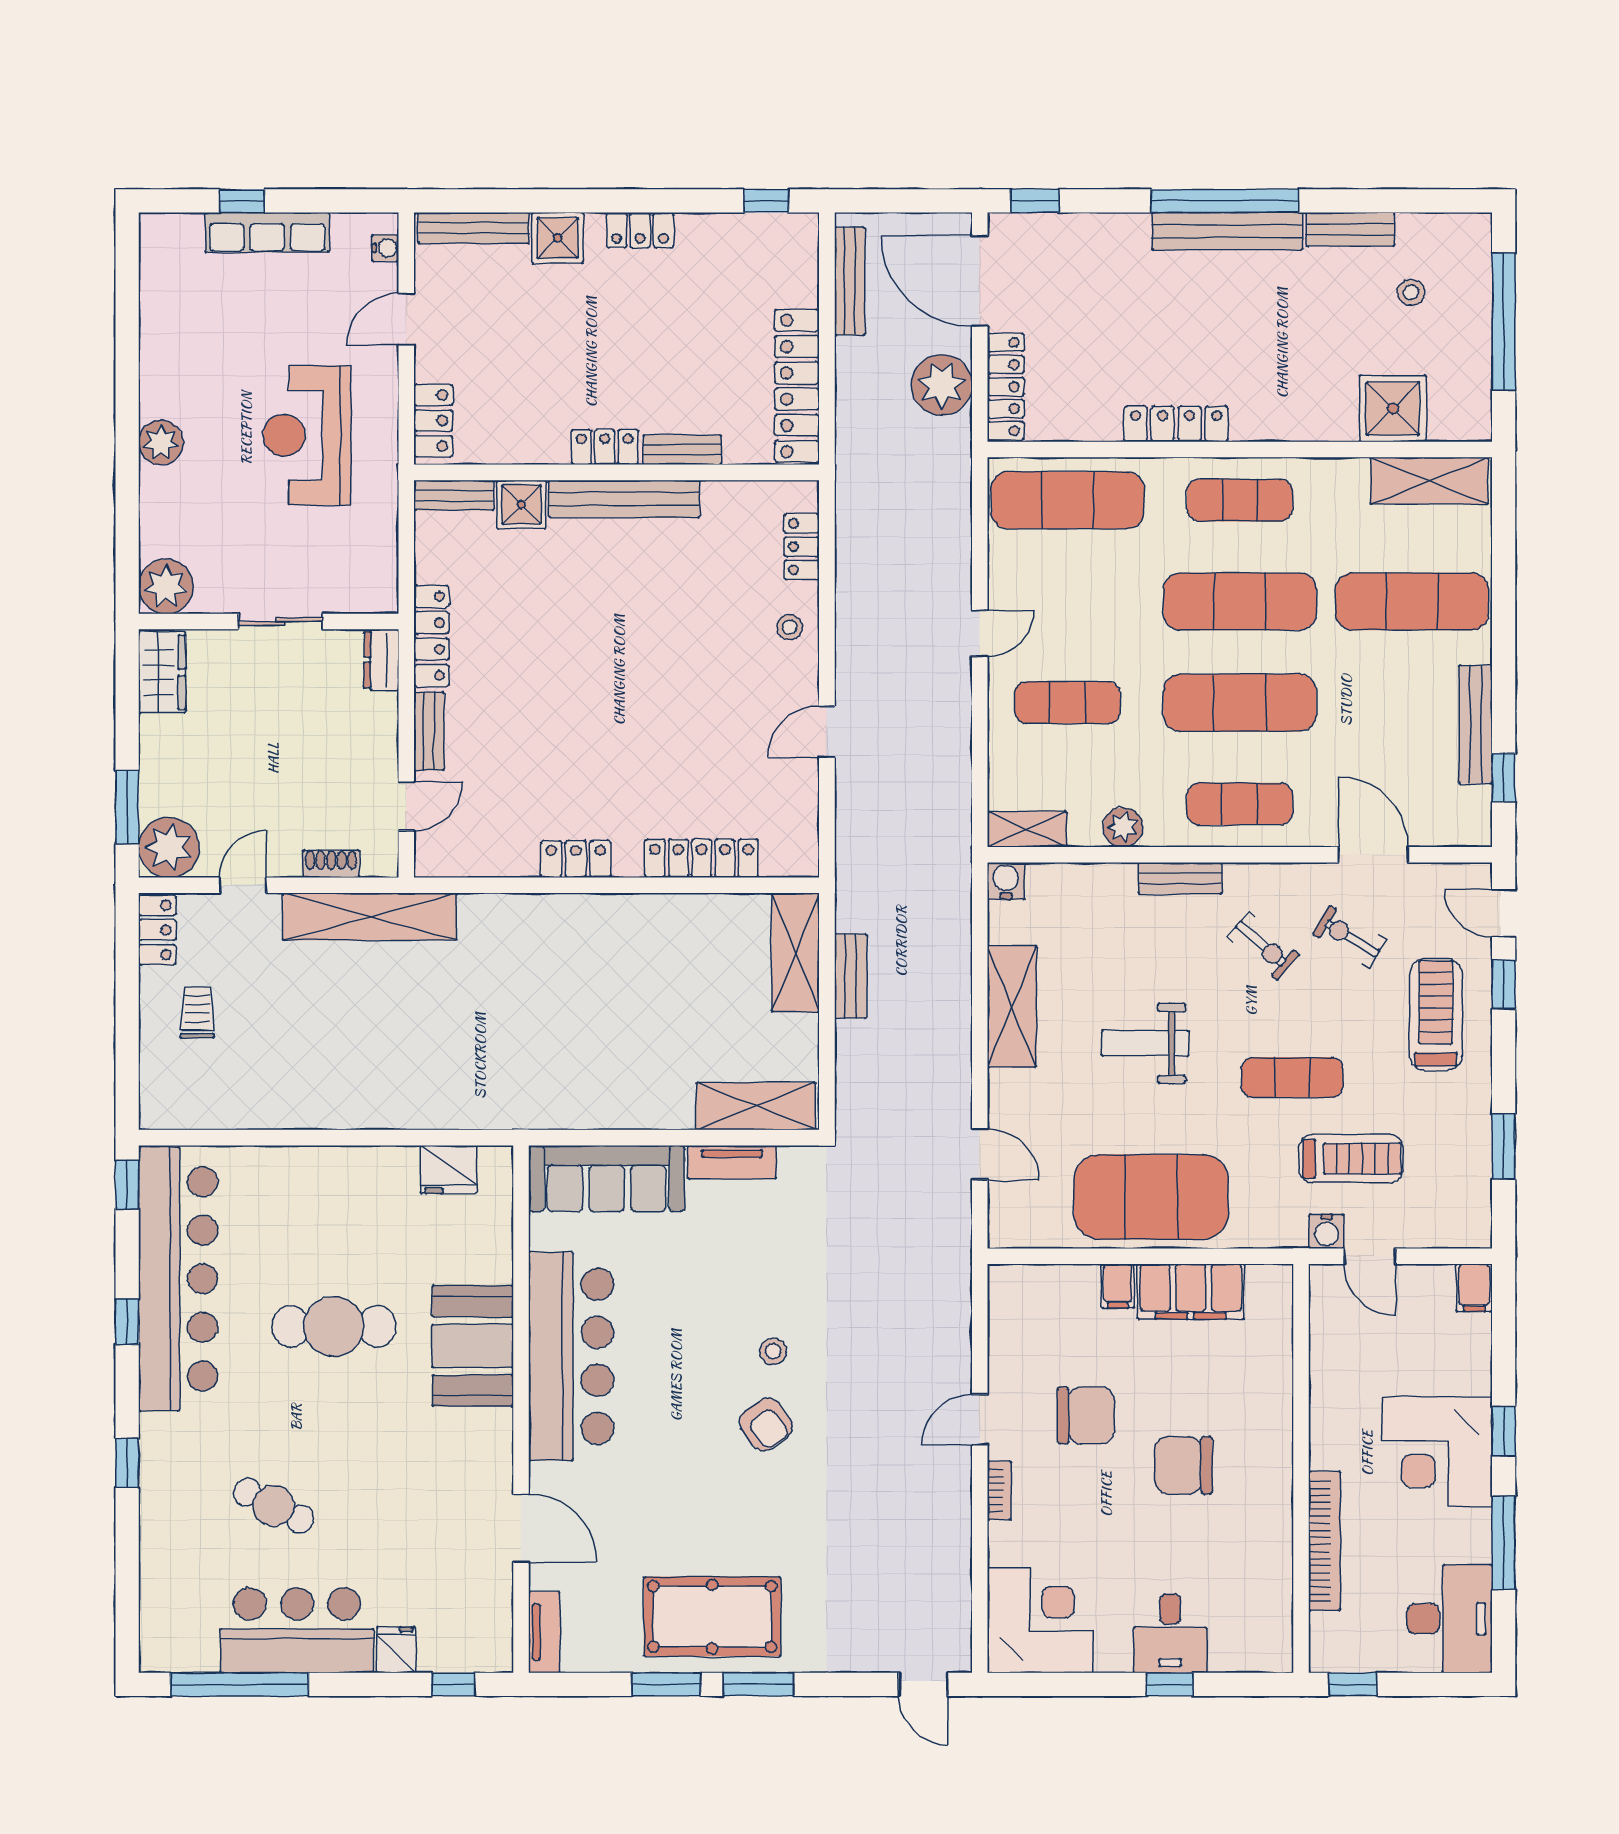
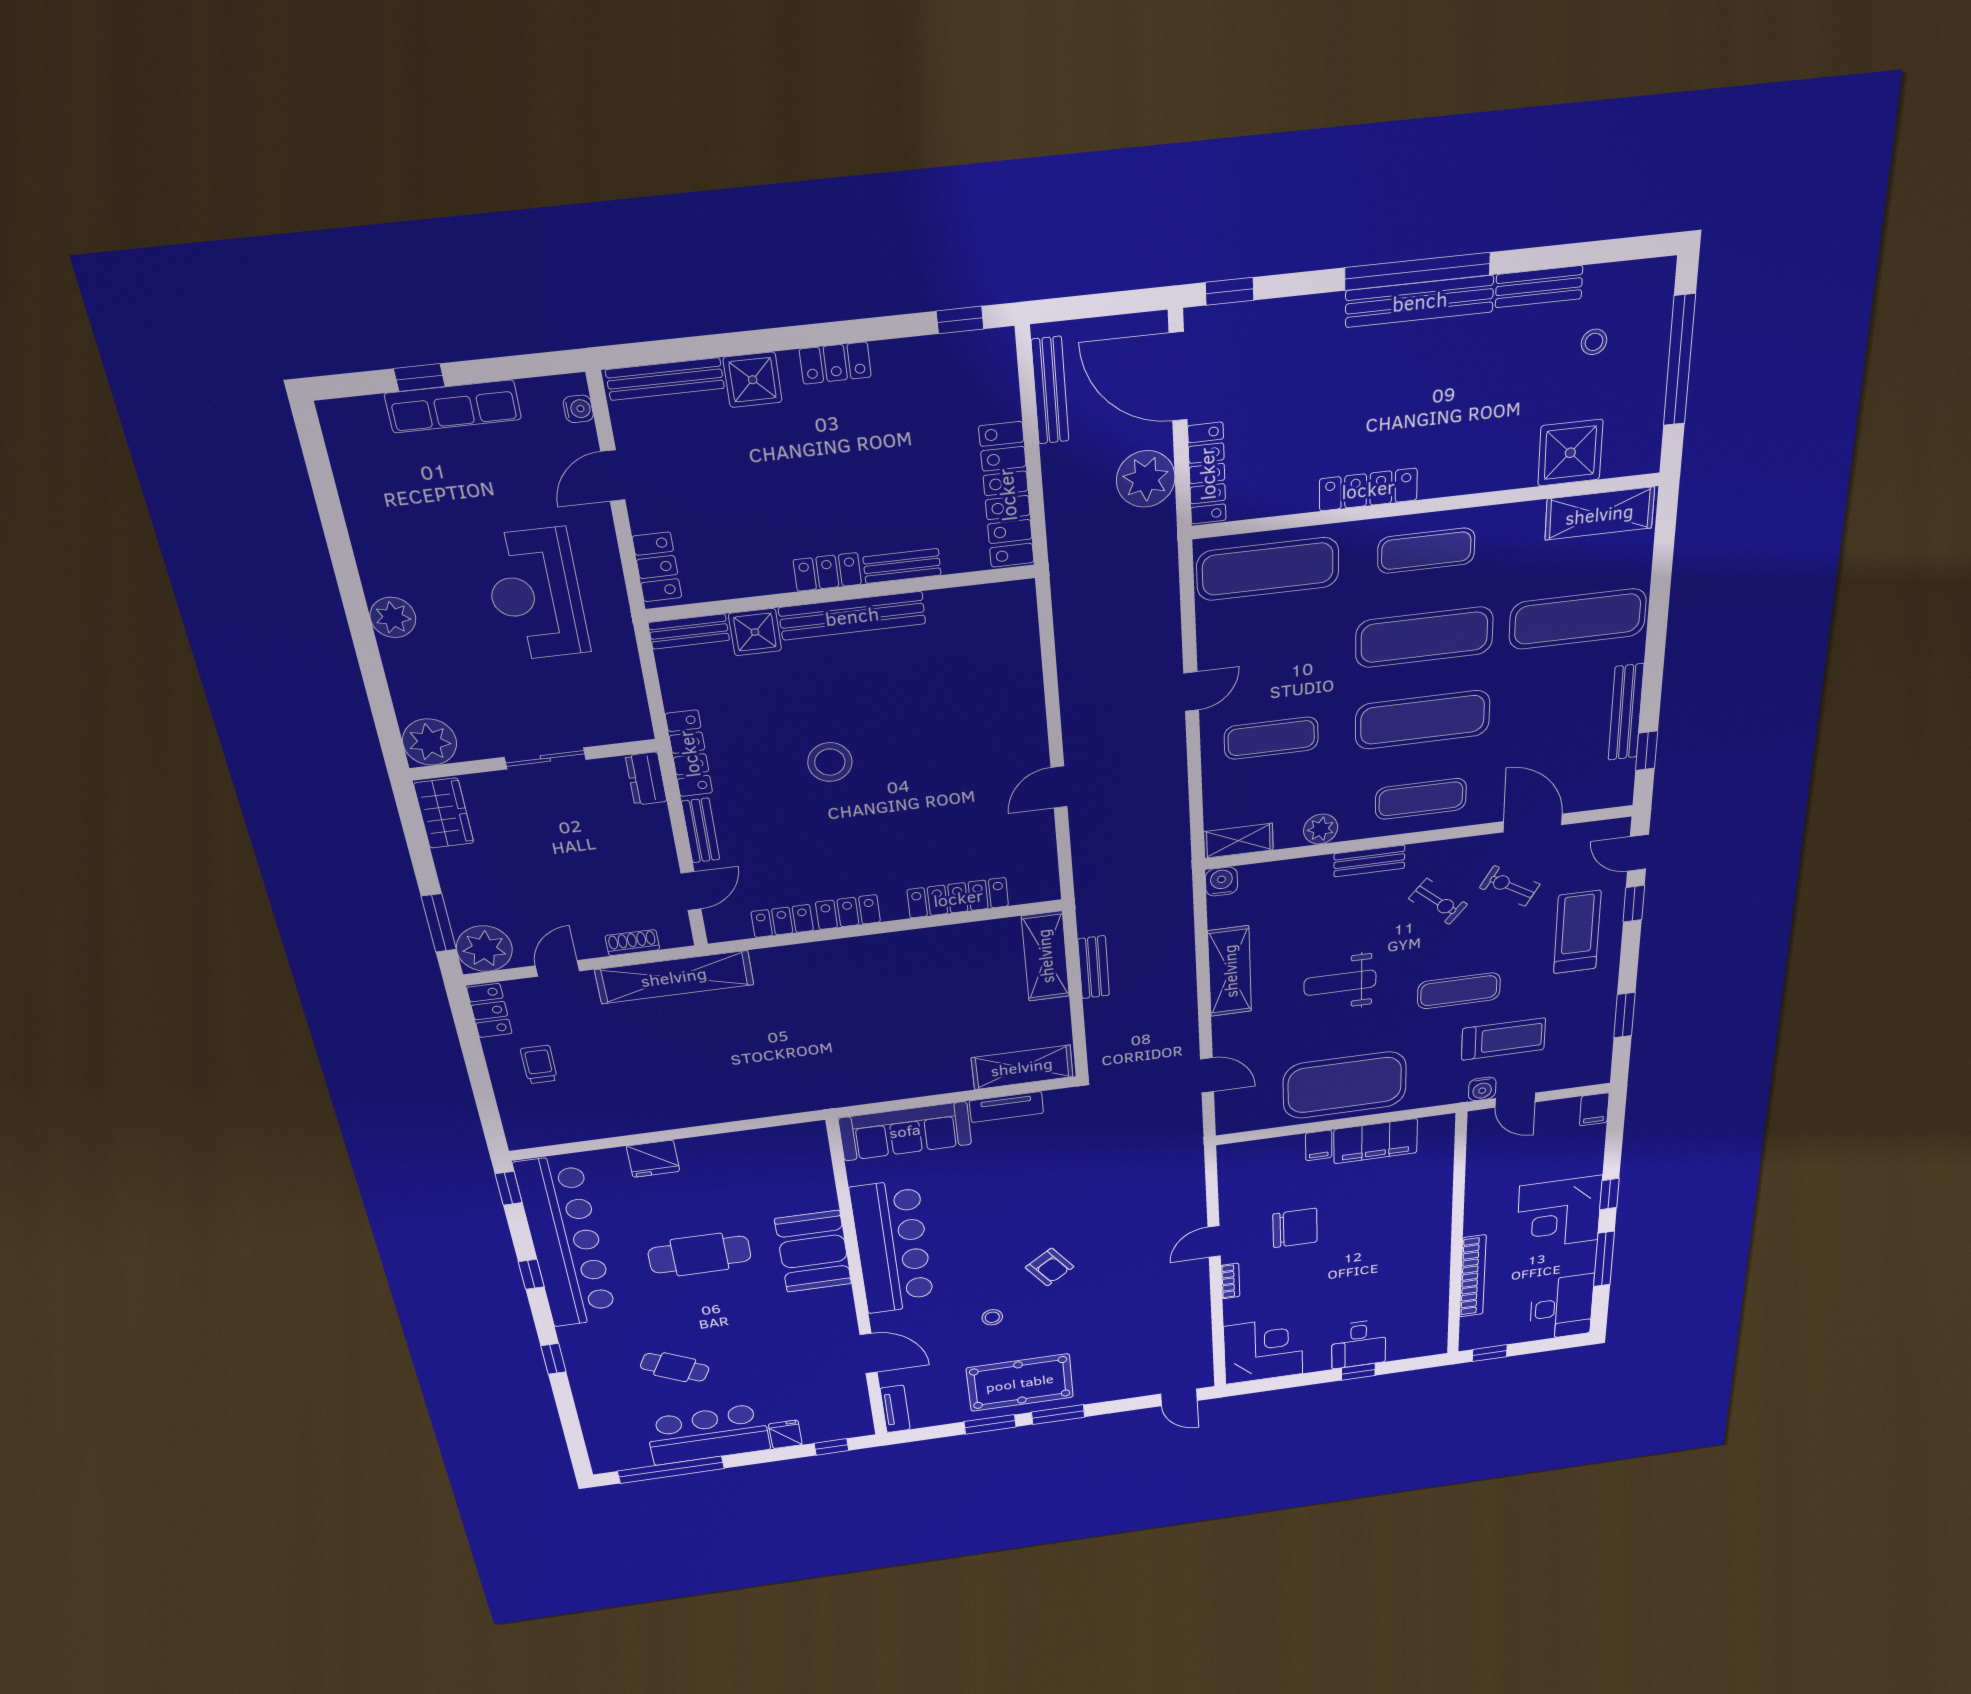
locker: (802, 547) -> (782, 921), moved, turned 90
stool: (790, 627) -> (830, 762), moved, width x1.89, depth x1.89
fridge: (449, 1170) -> (653, 1159), moved
stool: (773, 1351) -> (992, 1317), moved
chair: (1184, 1465) -> (1369, 1247), removed

